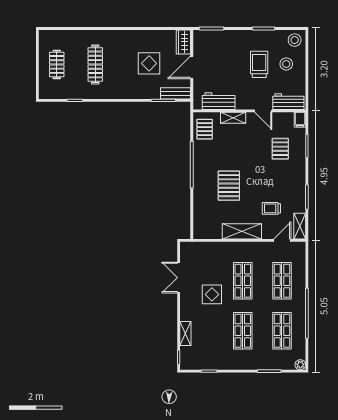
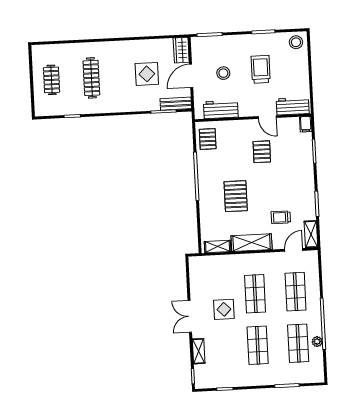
stool: (286, 64) -> (223, 73), moved
shelving: (233, 118) -> (218, 247), moved
pallet: (280, 149) -> (262, 152), moved
double door: (179, 278) -> (190, 316), moved
plant: (300, 365) -> (317, 342), moved

